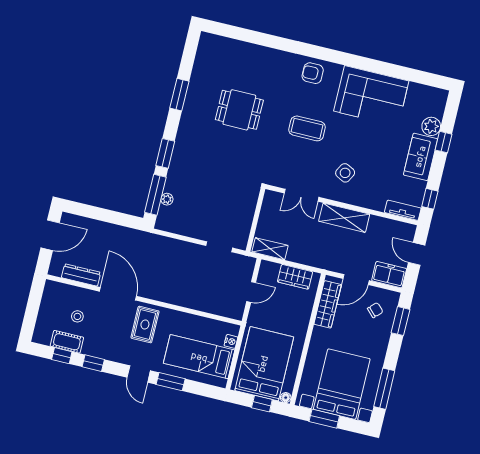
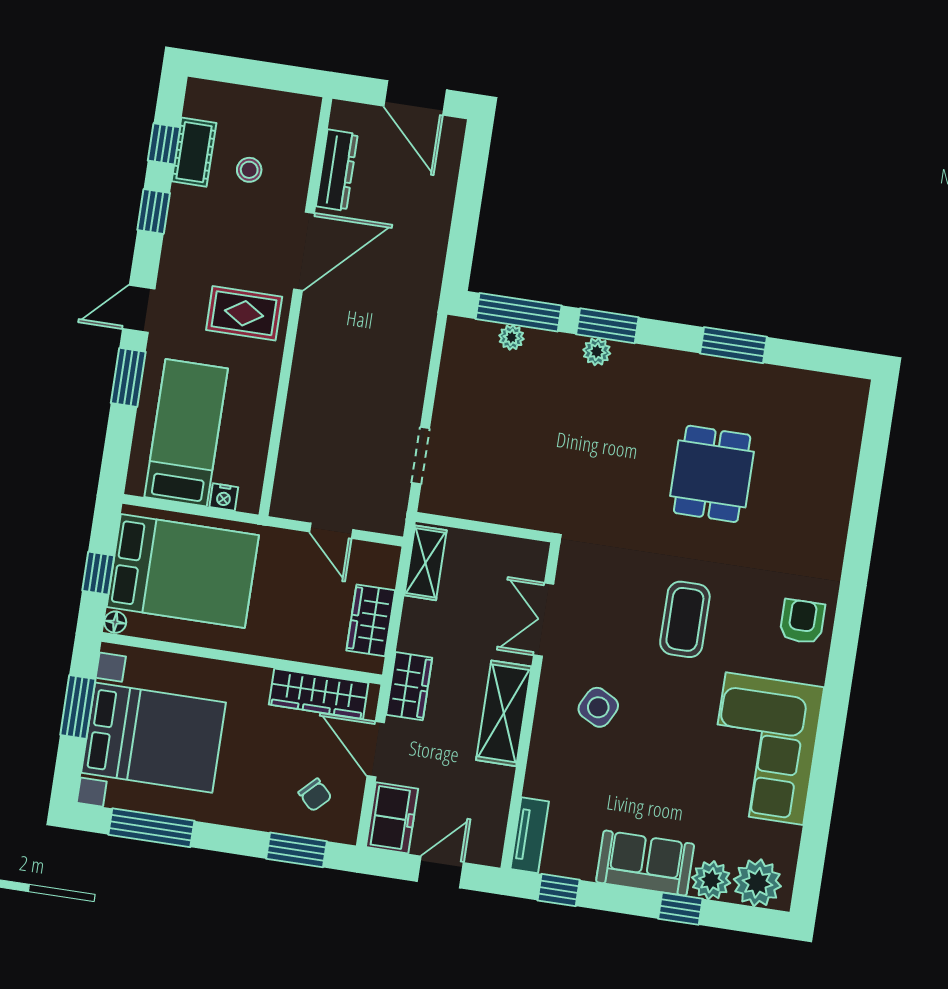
plant: (434, 105) -> (757, 883), added
plant: (177, 159) -> (597, 352), added
wardrobe: (328, 261) -> (409, 686), added

